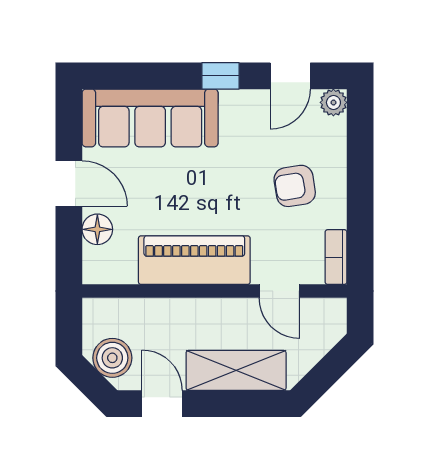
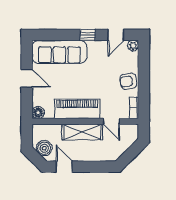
armchair: (295, 186) -> (128, 81), moved
floor lamp: (97, 229) -> (38, 113), moved
shelving: (236, 370) -> (82, 132), moved

